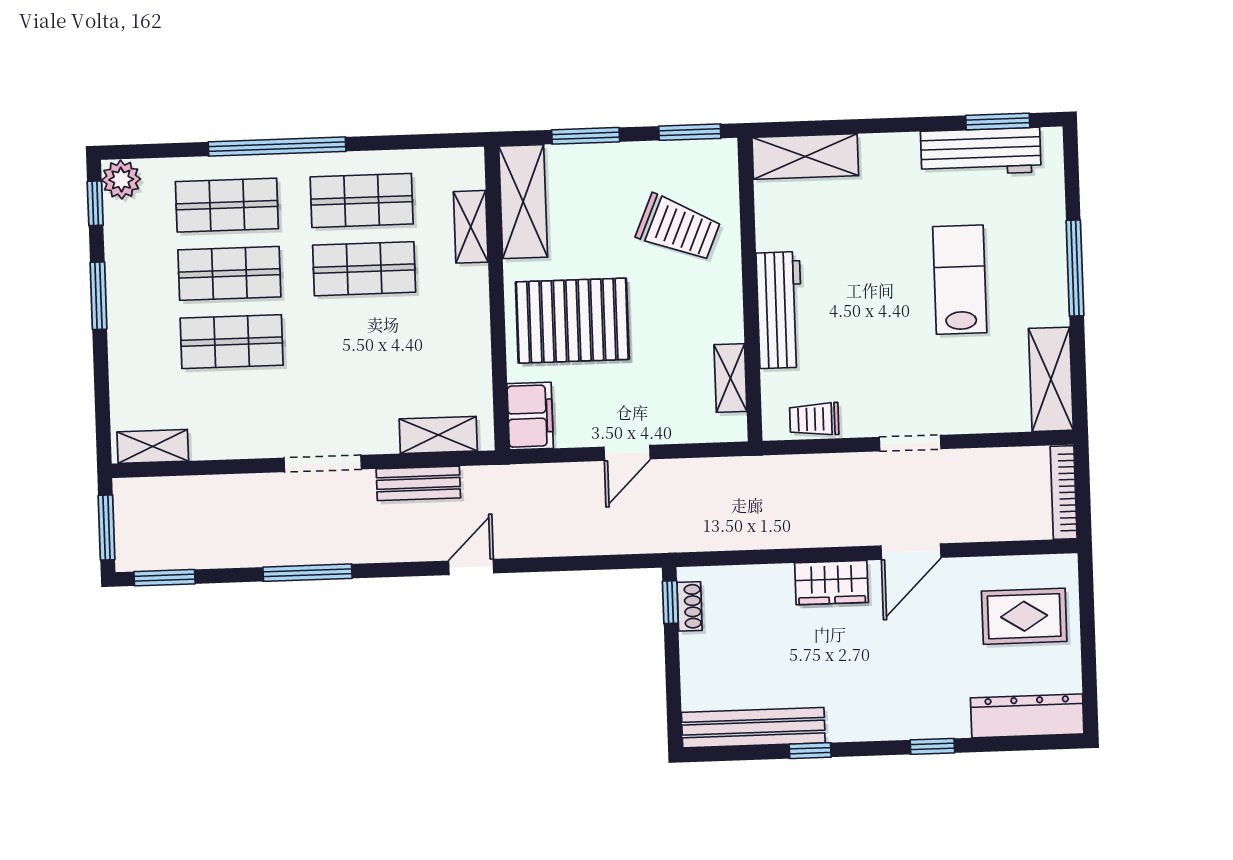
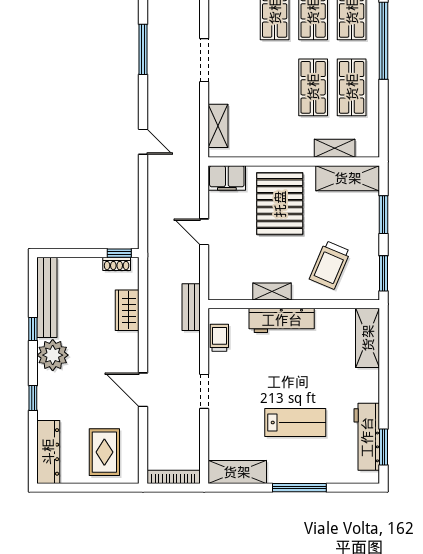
shelving: (730, 378) -> (272, 291), moved
bench: (418, 483) -> (191, 307), moved
wardrobe: (832, 583) -> (127, 310), moved
plant: (855, 714) -> (53, 355), added

